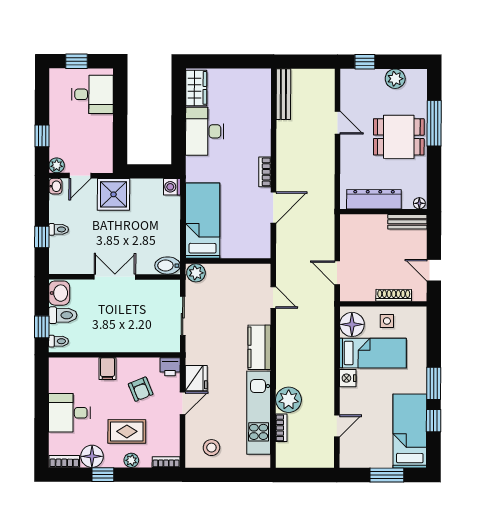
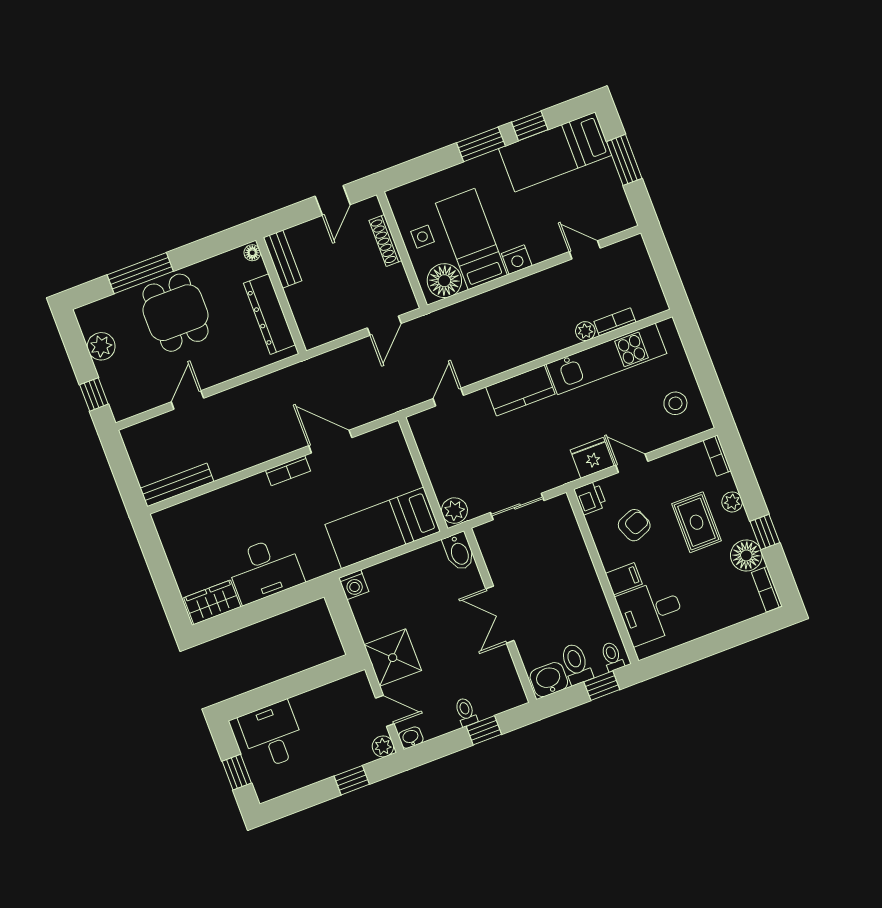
plant: (289, 400) -> (585, 331), width x0.53, depth x0.53
desk: (69, 413) -> (651, 612), moved, turned 90

